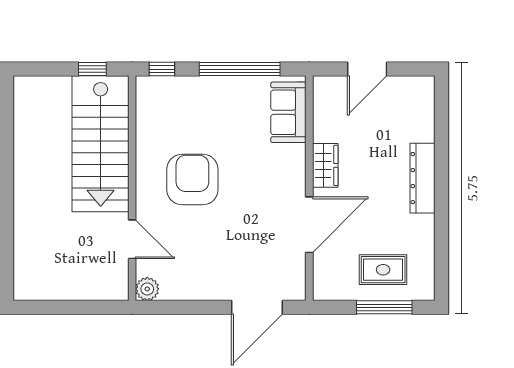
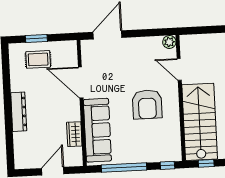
sofa: (288, 112) -> (97, 130), width x1.85, depth x1.27
wardrobe: (325, 165) -> (74, 134), moved
door: (309, 225) -> (81, 82), hinge flipped
window: (384, 307) -> (36, 38), width x0.69

